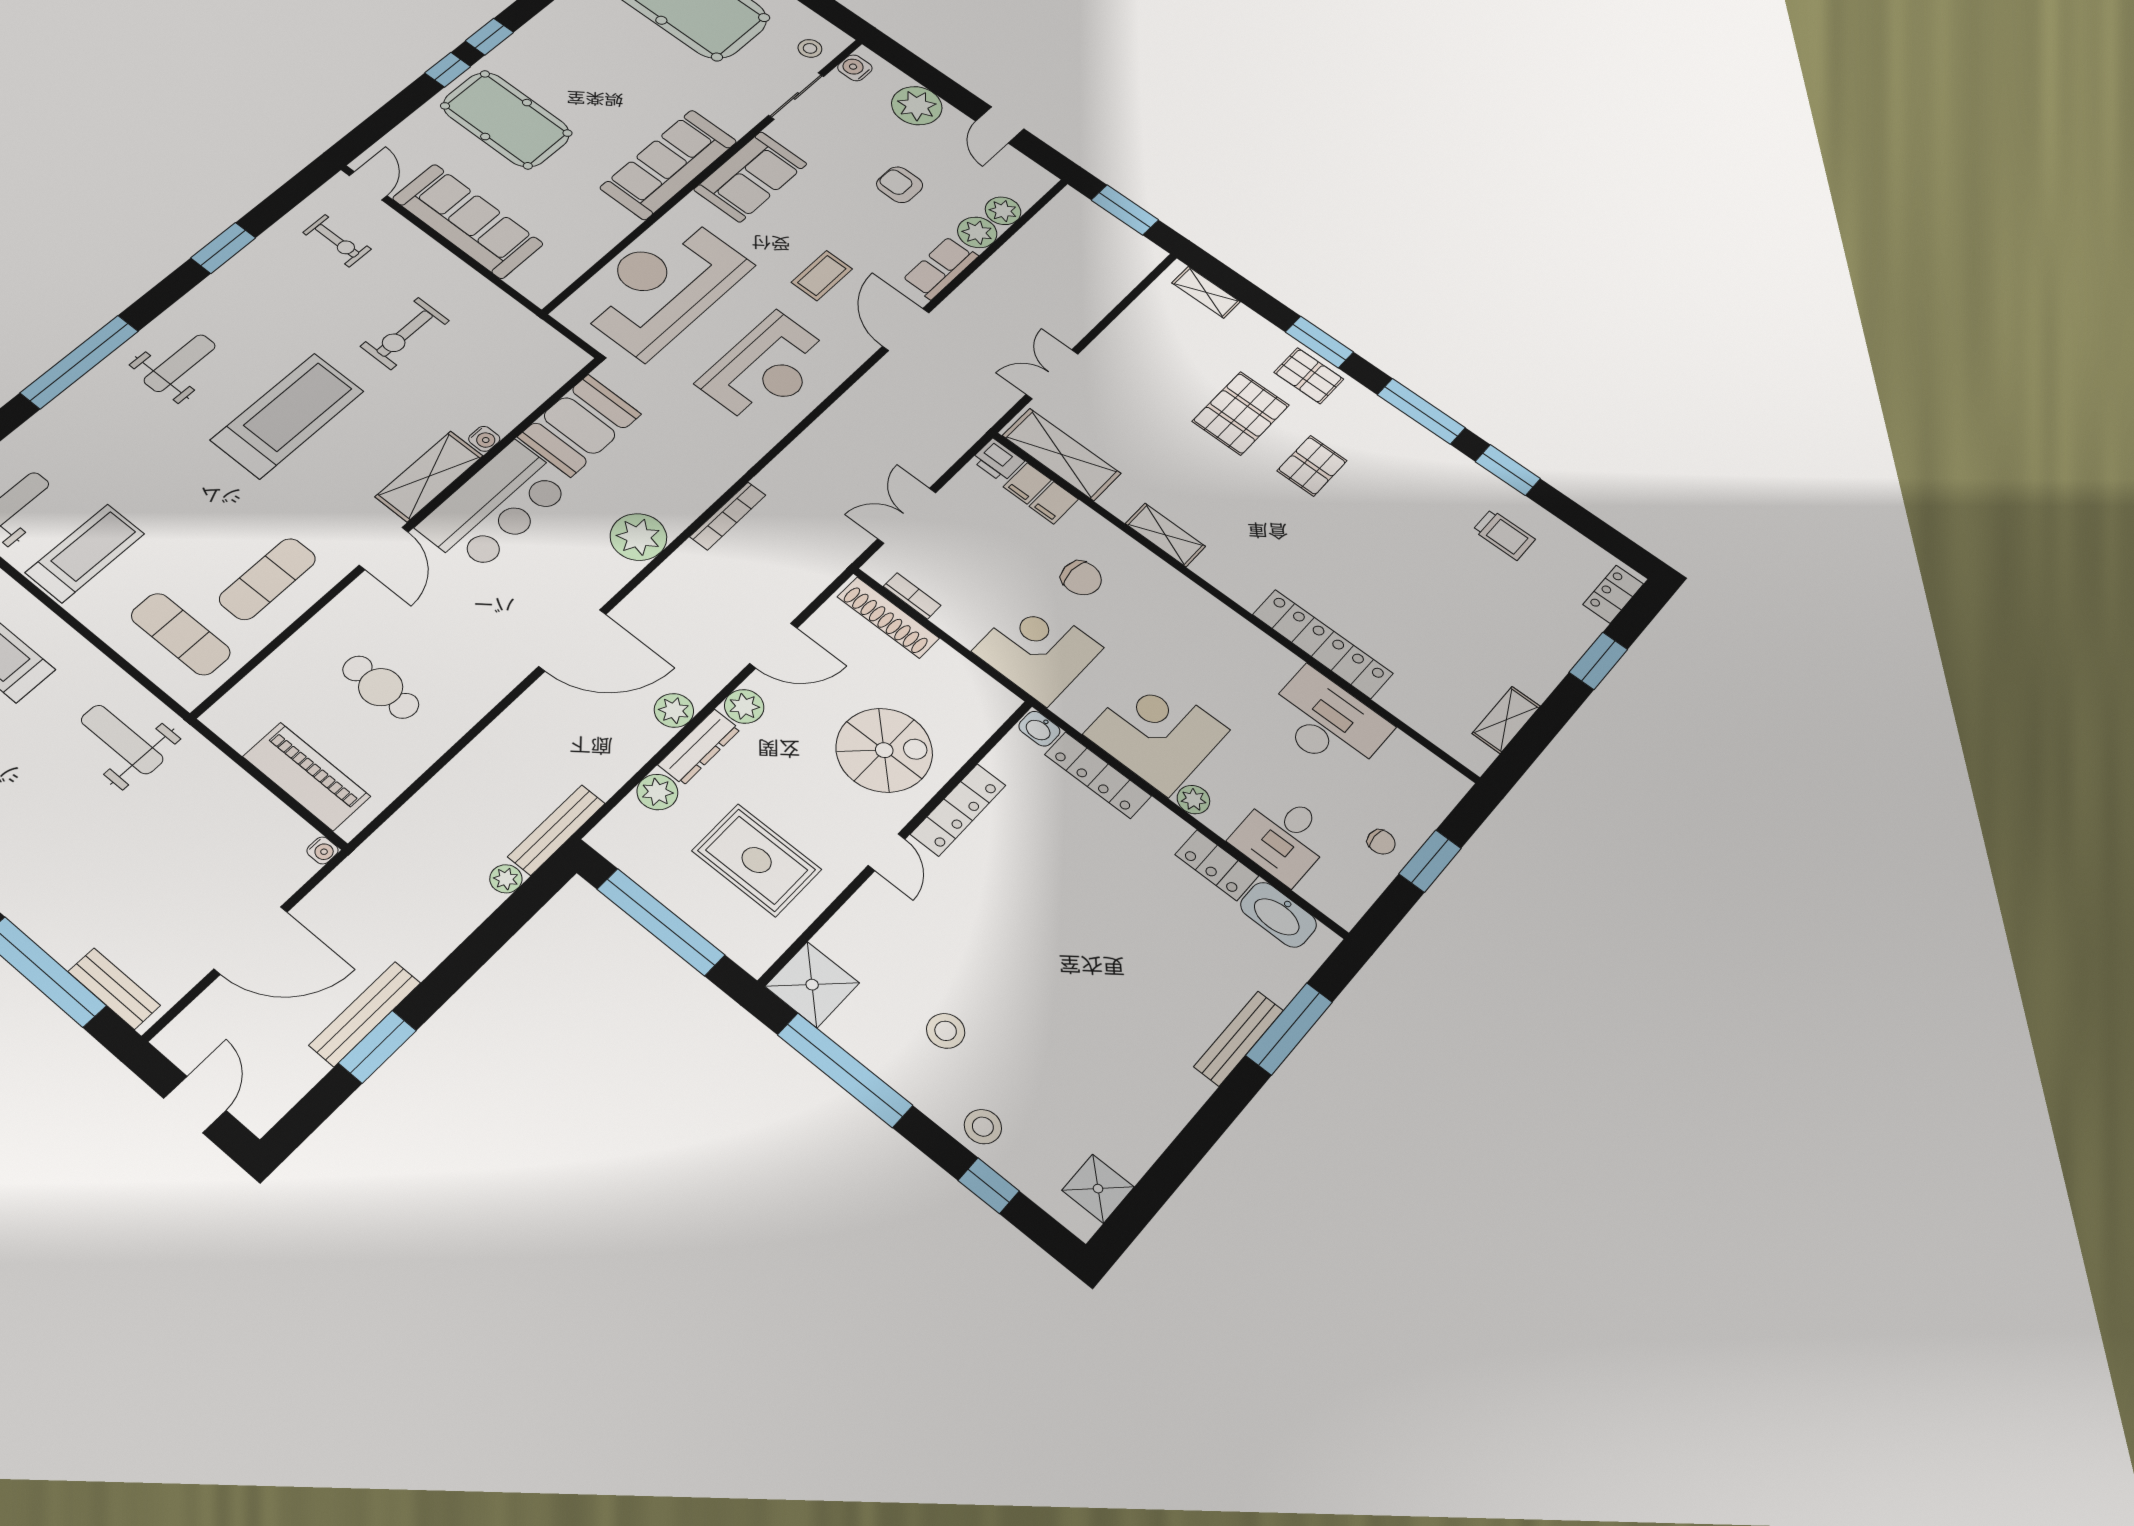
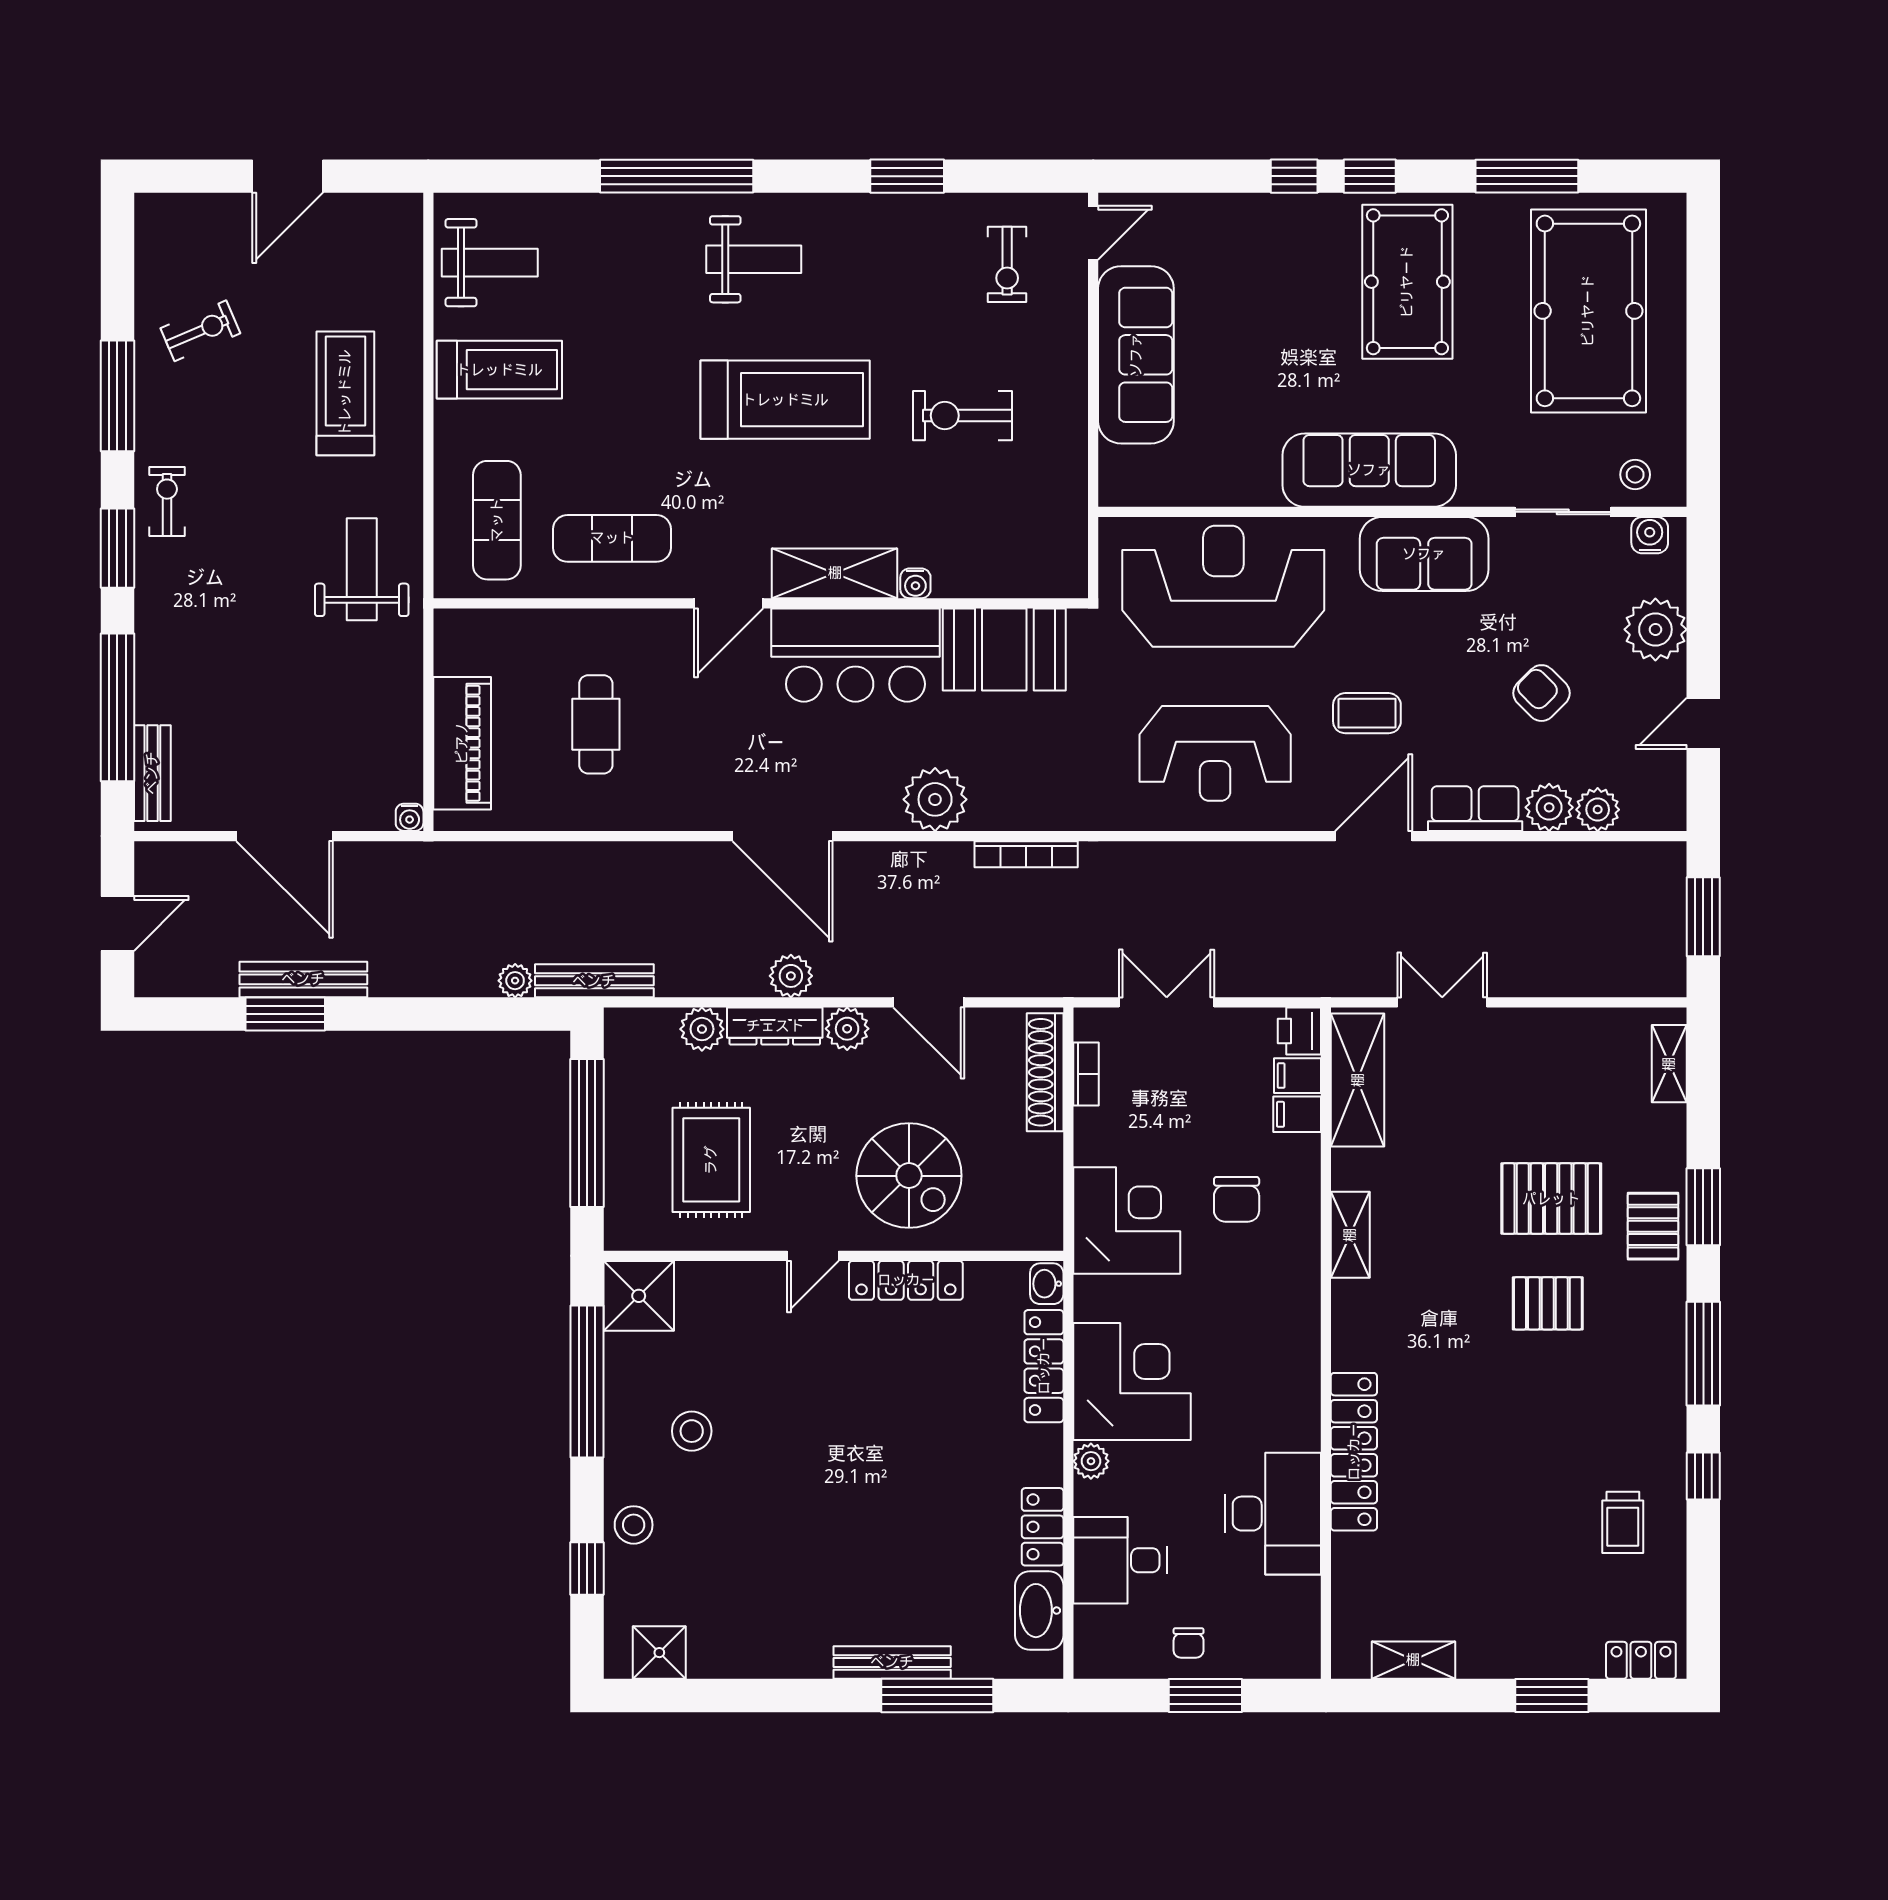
pool table: (506, 119) -> (1407, 282), moved
armchair: (900, 185) -> (1541, 693), turned -45
window: (1508, 470) -> (1703, 1476), width x0.67

